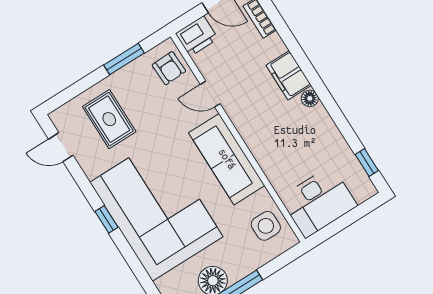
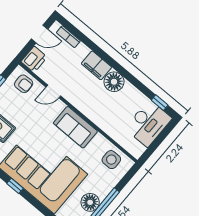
floor lamp: (310, 98) -> (114, 82), width x1.89, depth x1.89
sofa: (227, 159) -> (75, 127), width x0.73
desk: (319, 202) -> (148, 123), moved

